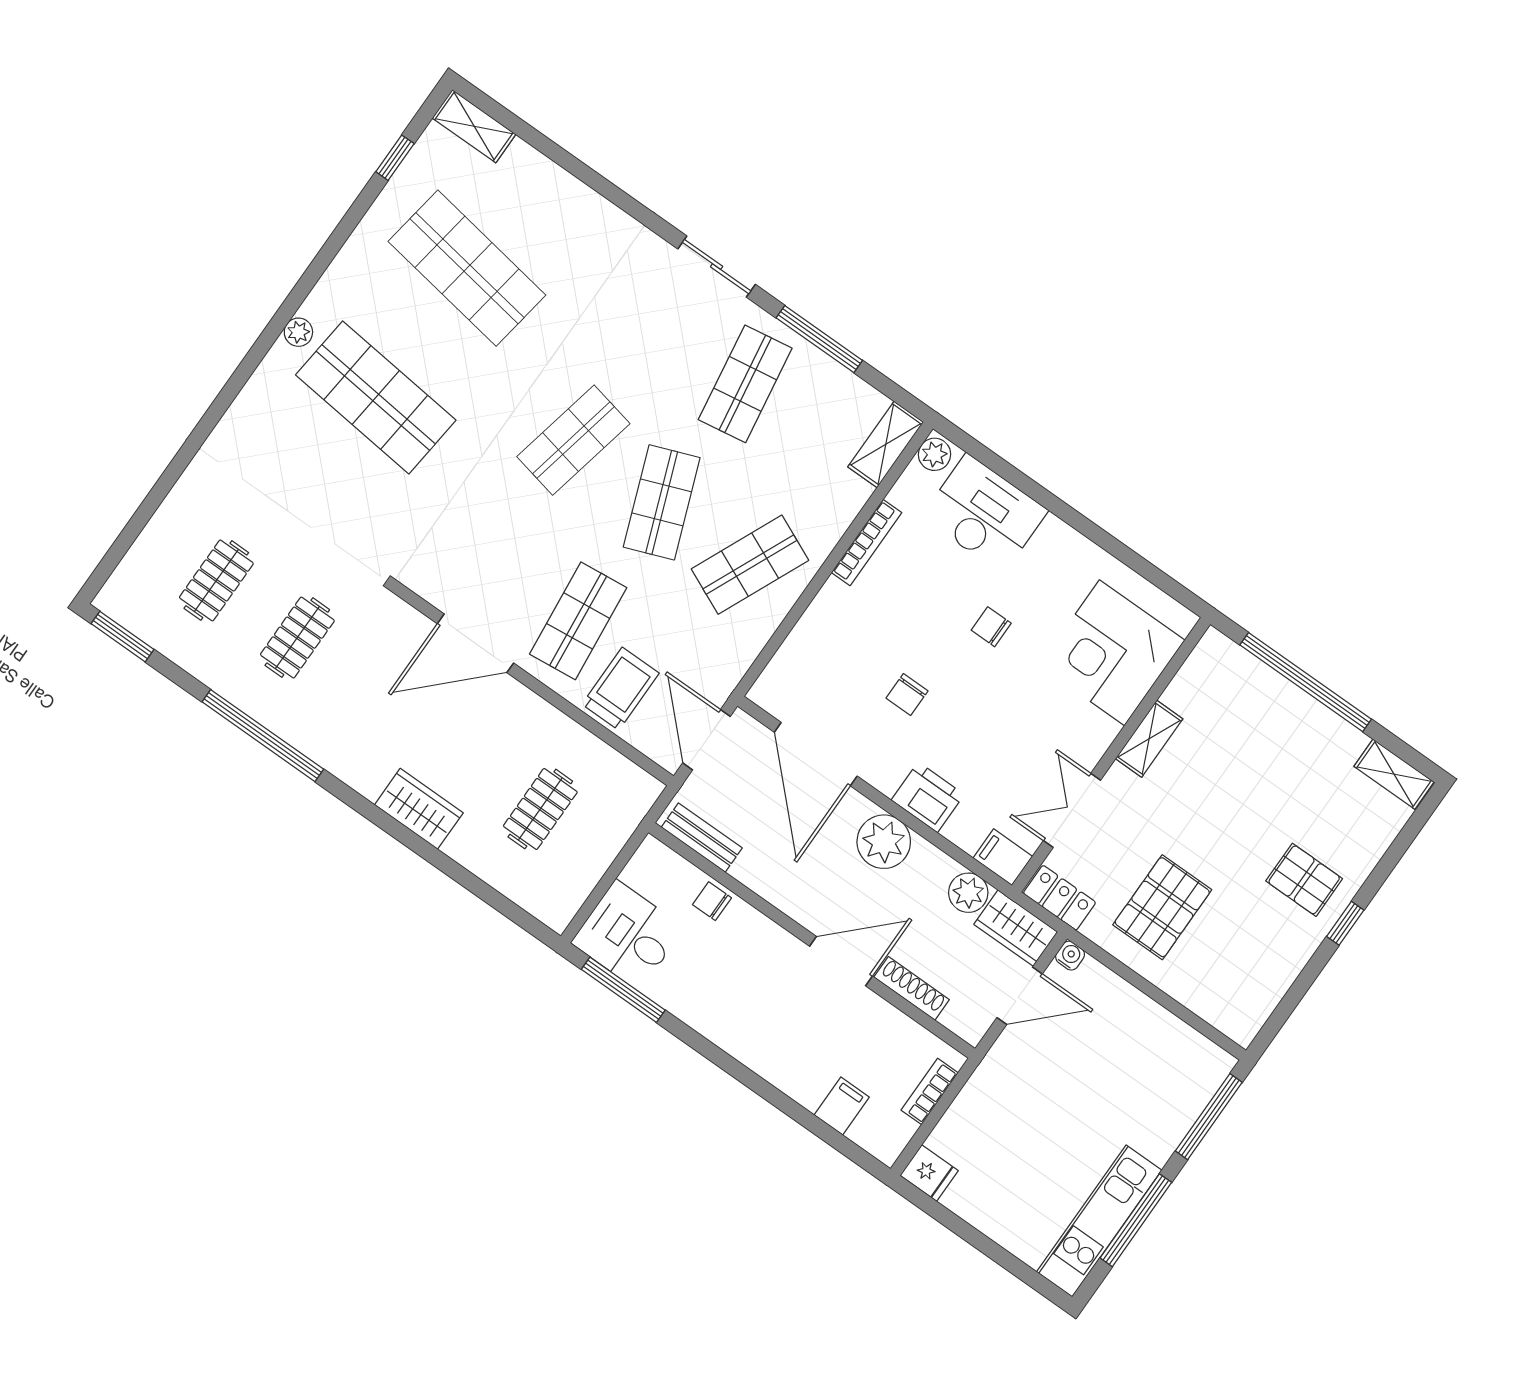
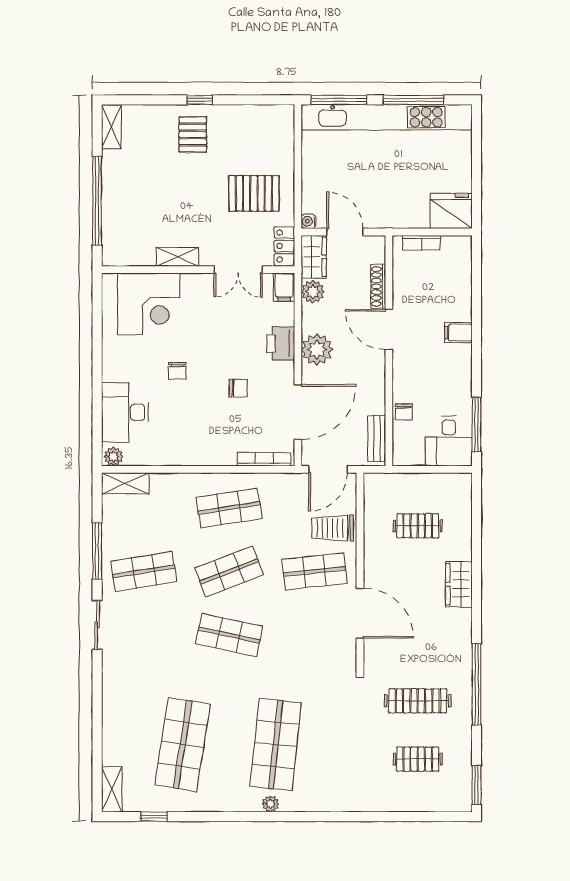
bookcase: (867, 543) -> (264, 459), moved
shop shelf: (750, 565) -> (229, 508), turned -33
clothes rail: (297, 638) -> (418, 701), width x1.36
filing cabinet: (842, 1106) -> (458, 332), moved
fridge: (929, 1173) -> (451, 211), width x1.88, depth x1.34
kitchen unit: (1099, 1221) -> (387, 117), width x1.86

